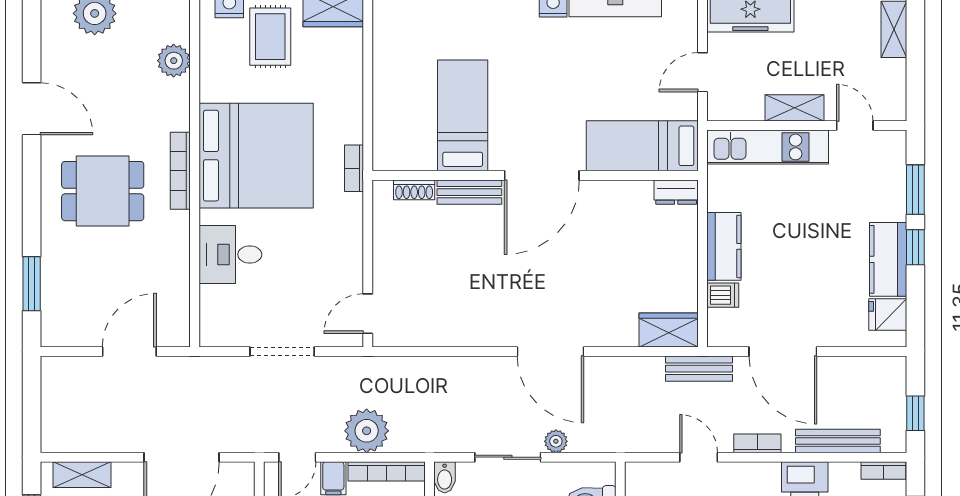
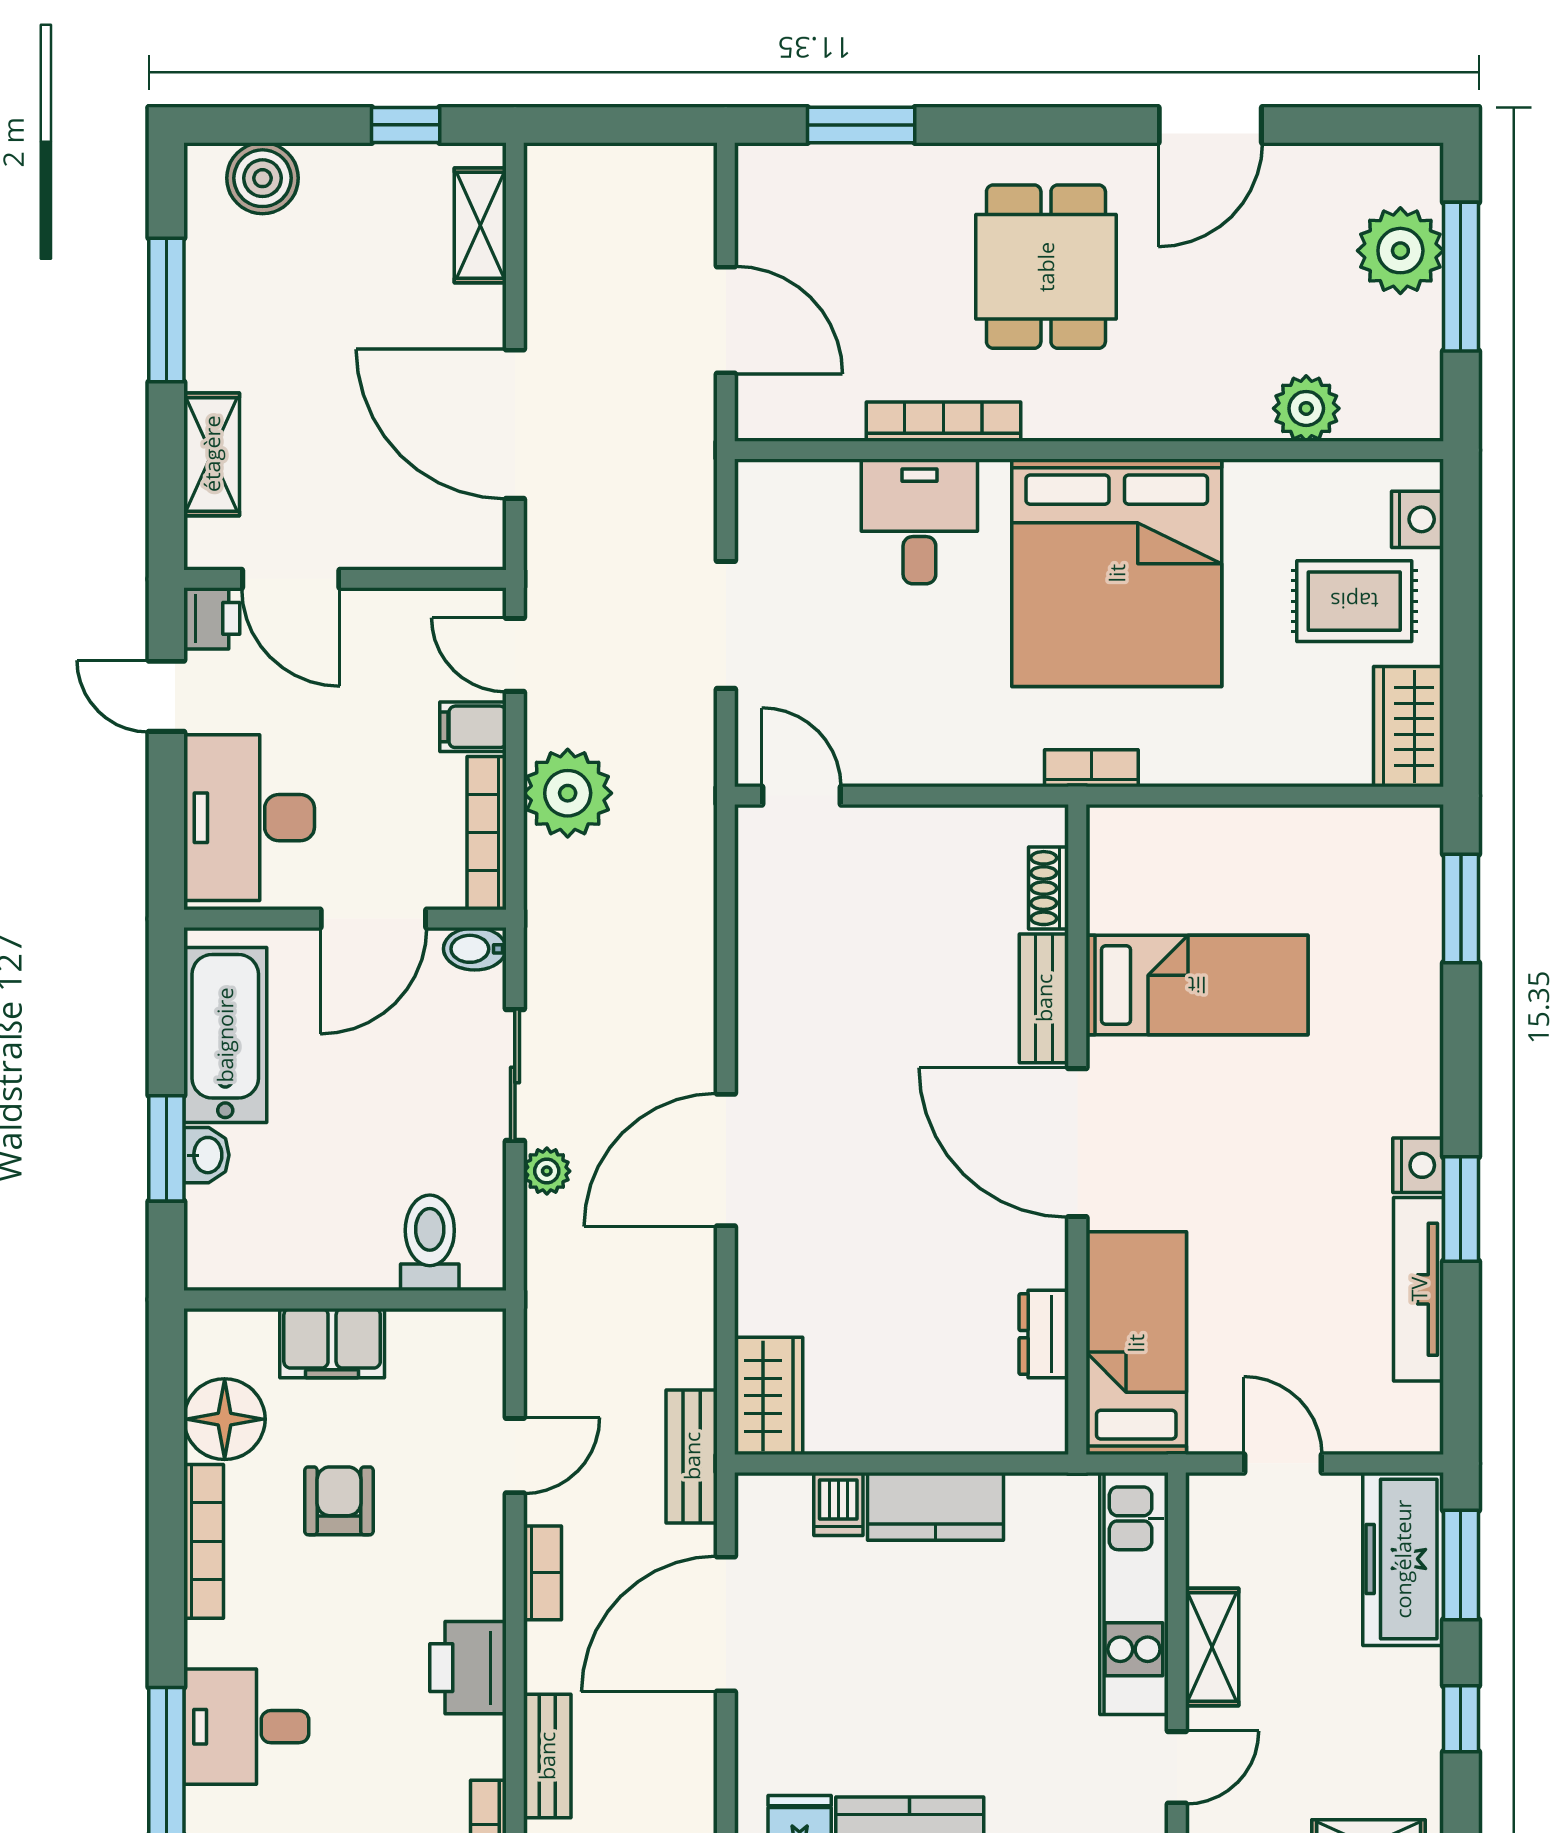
bookcase: (180, 171) -> (943, 422), moved
dresser: (676, 192) -> (1044, 1334), moved
bench: (838, 441) -> (547, 1756), width x0.73

